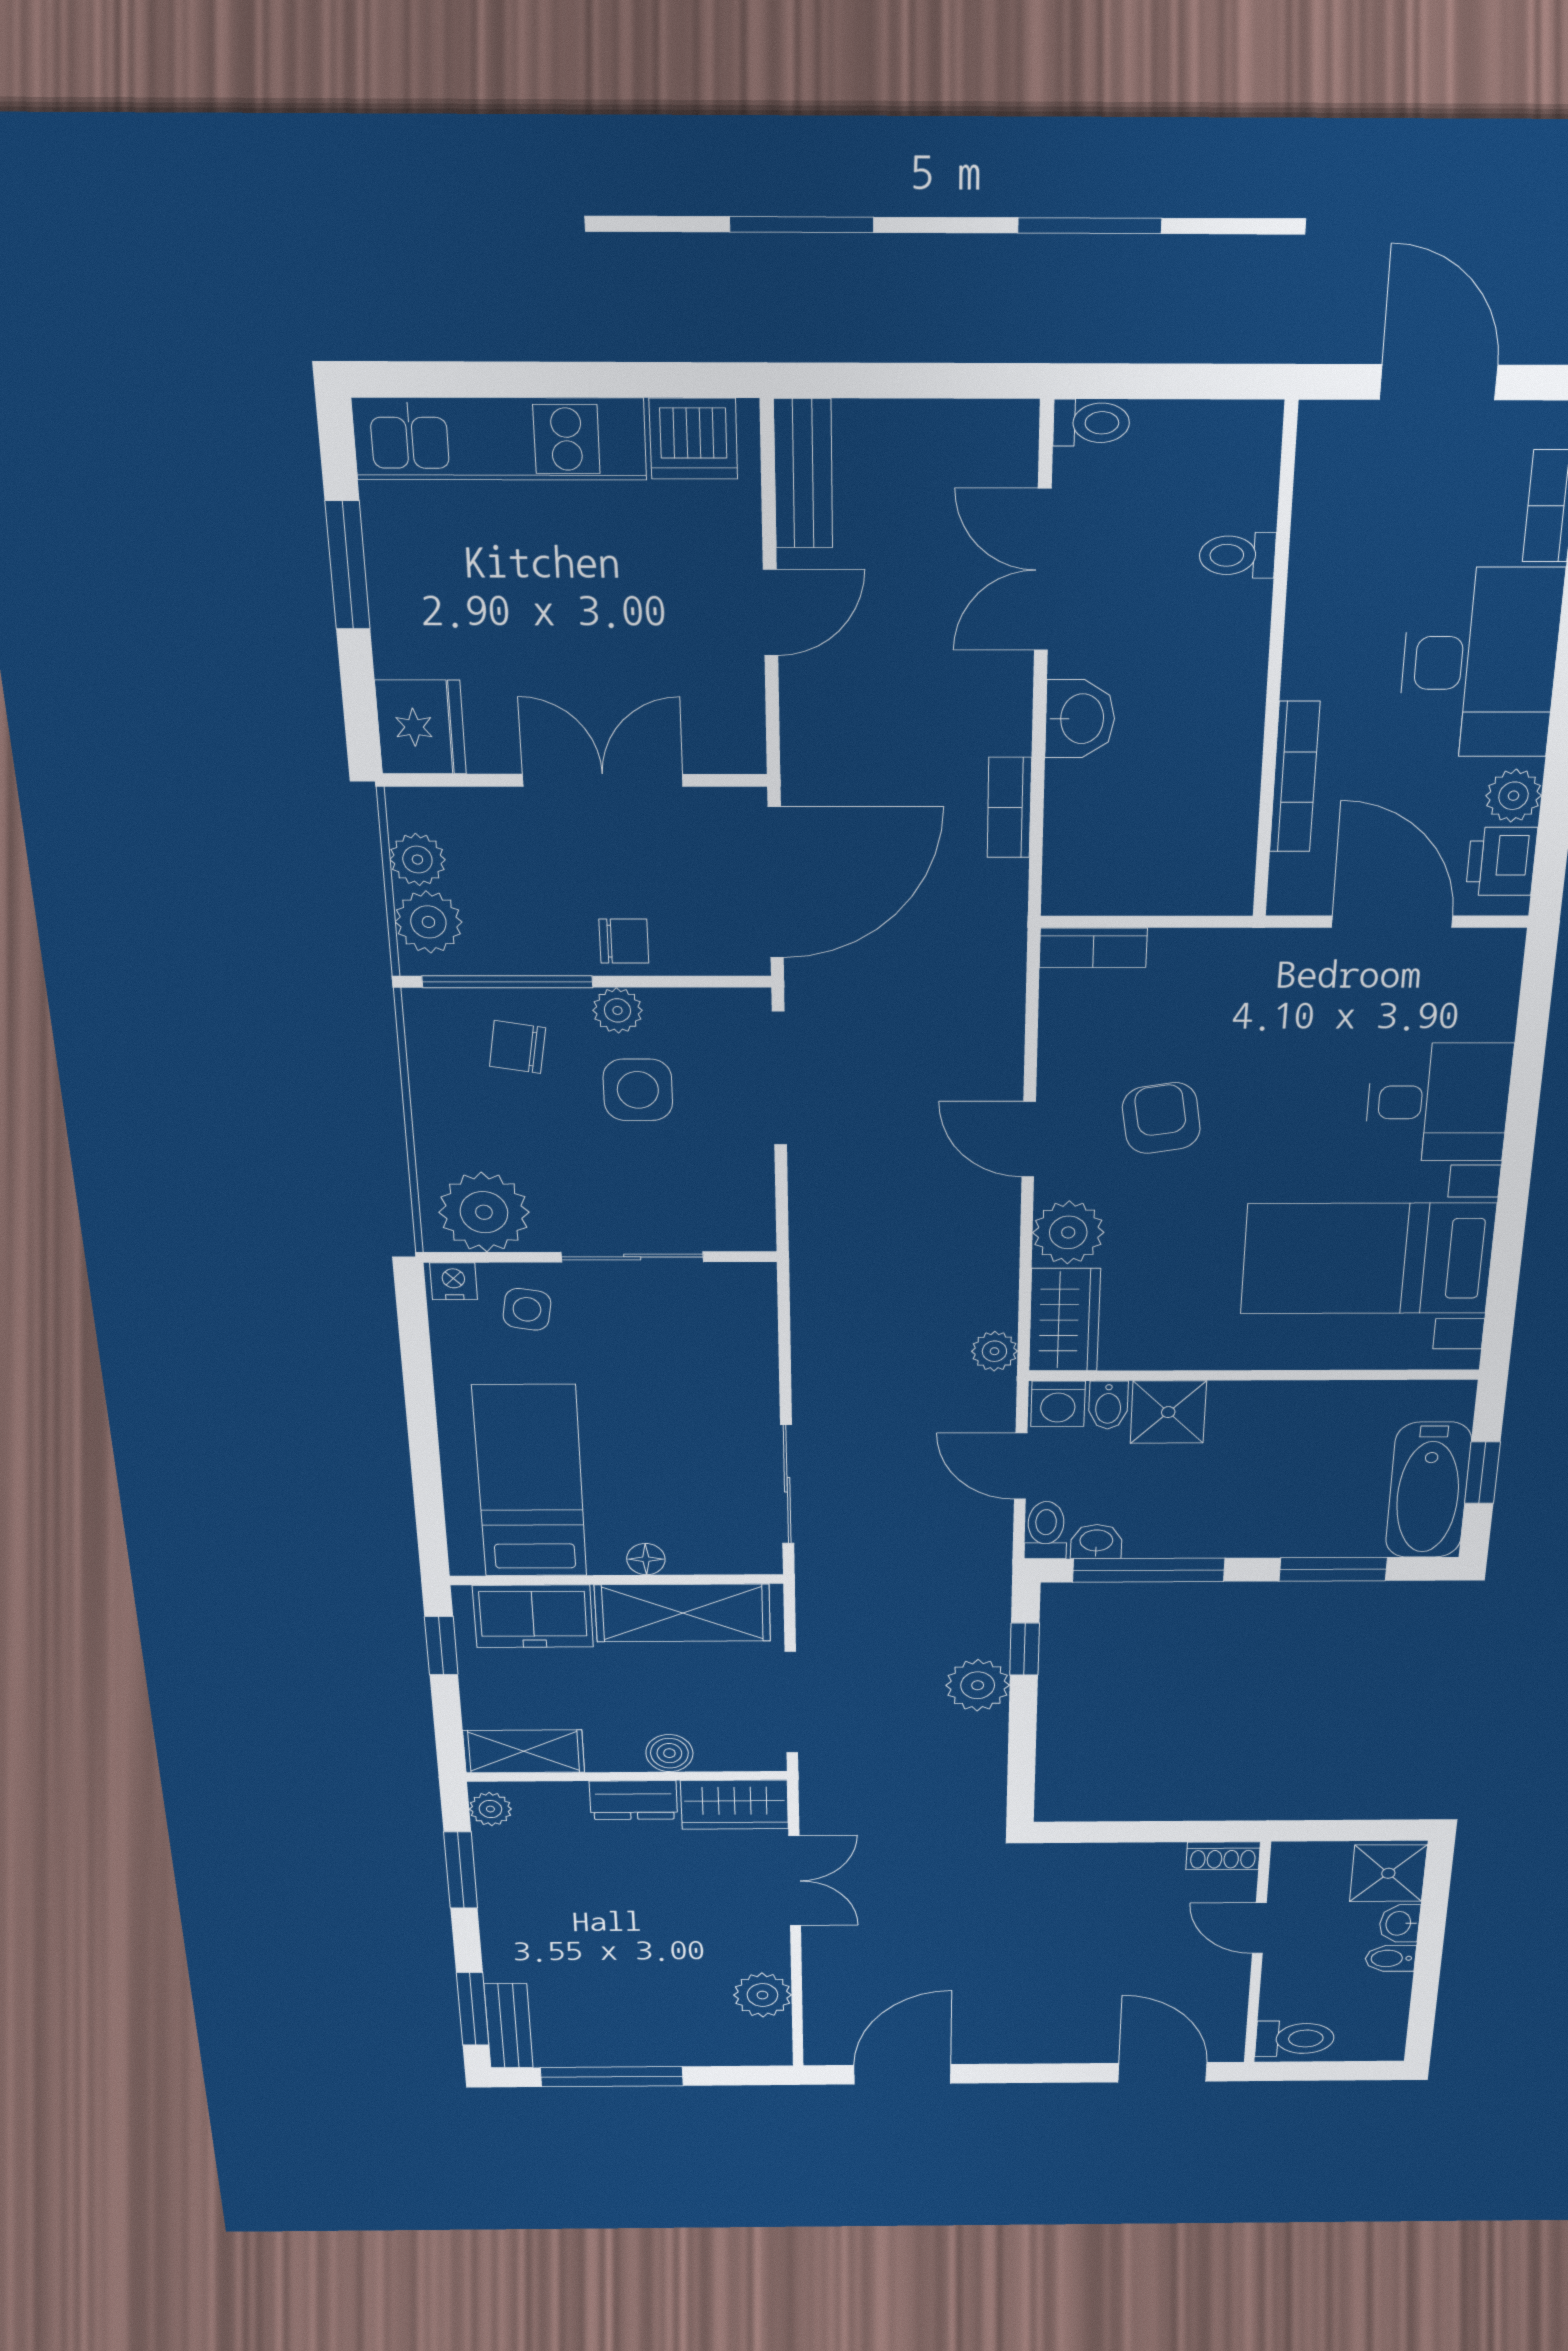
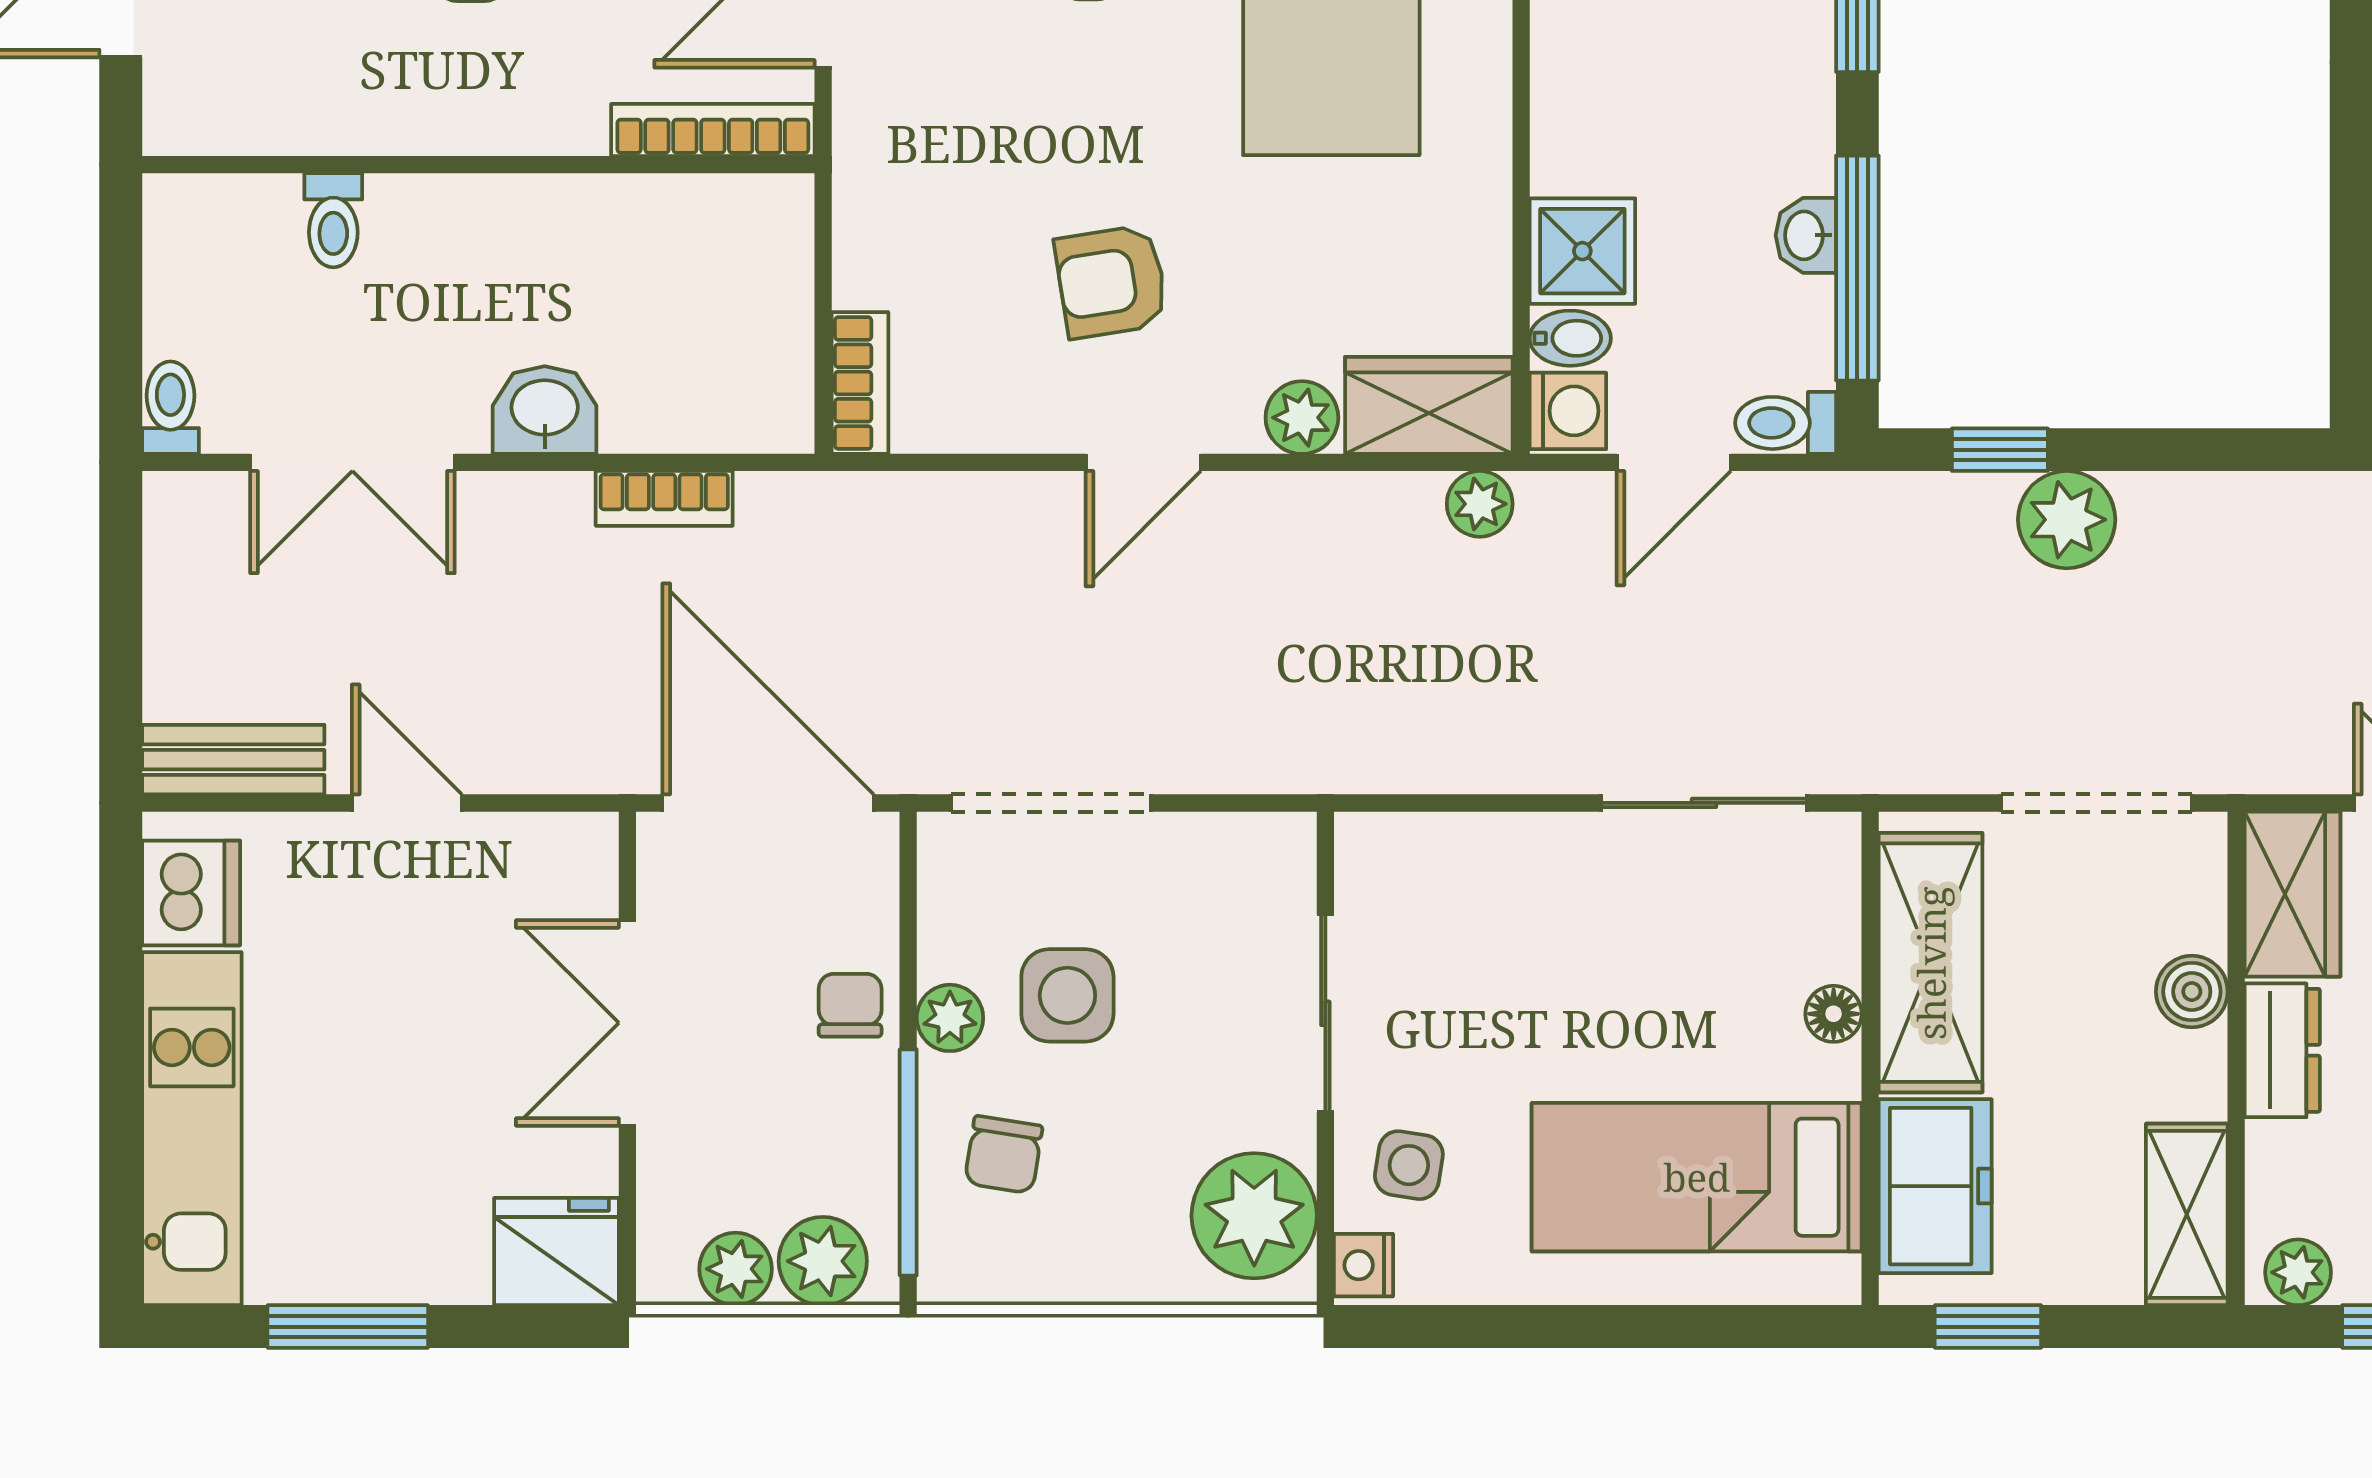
bookcase: (1295, 777) -> (713, 130), moved
plant: (1068, 1232) -> (1302, 418), width x0.73, depth x0.73
washbasin: (1096, 1541) -> (1806, 235), moved

